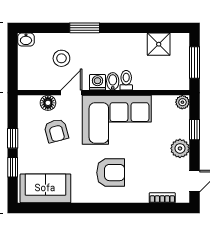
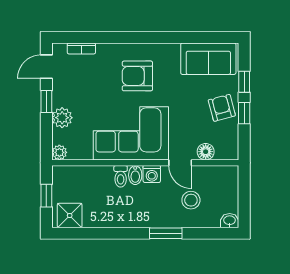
shower: (159, 44) -> (70, 215), moved
window: (194, 62) -> (46, 196), width x0.67
door: (71, 93) -> (180, 163), hinge flipped
window: (194, 130) -> (46, 101), moved
armchair: (56, 131) -> (222, 108), moved
plant: (180, 148) -> (62, 118), moved

